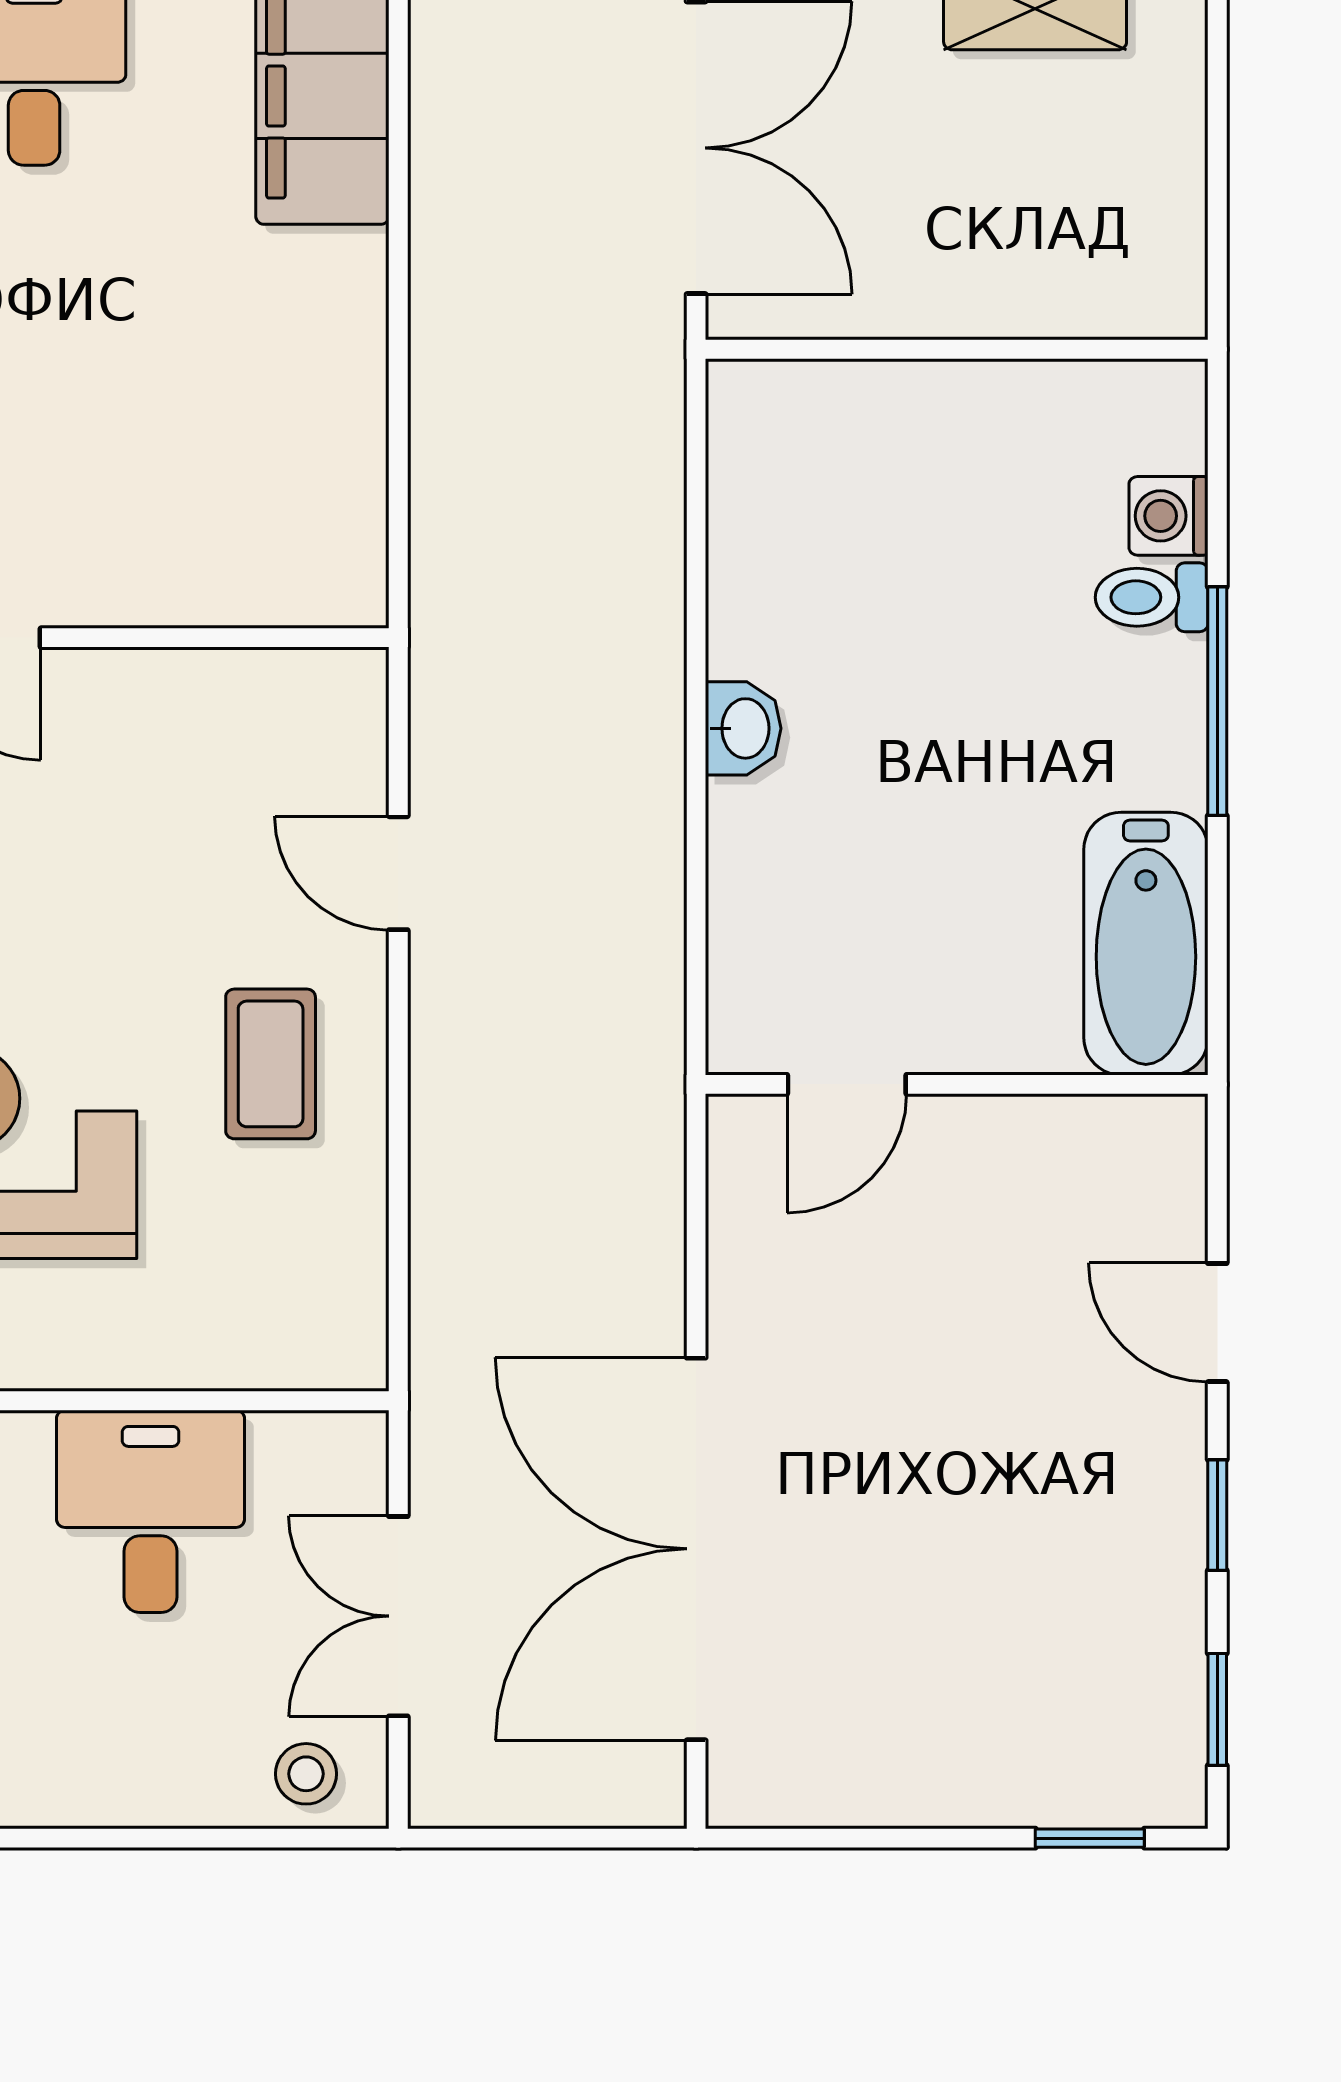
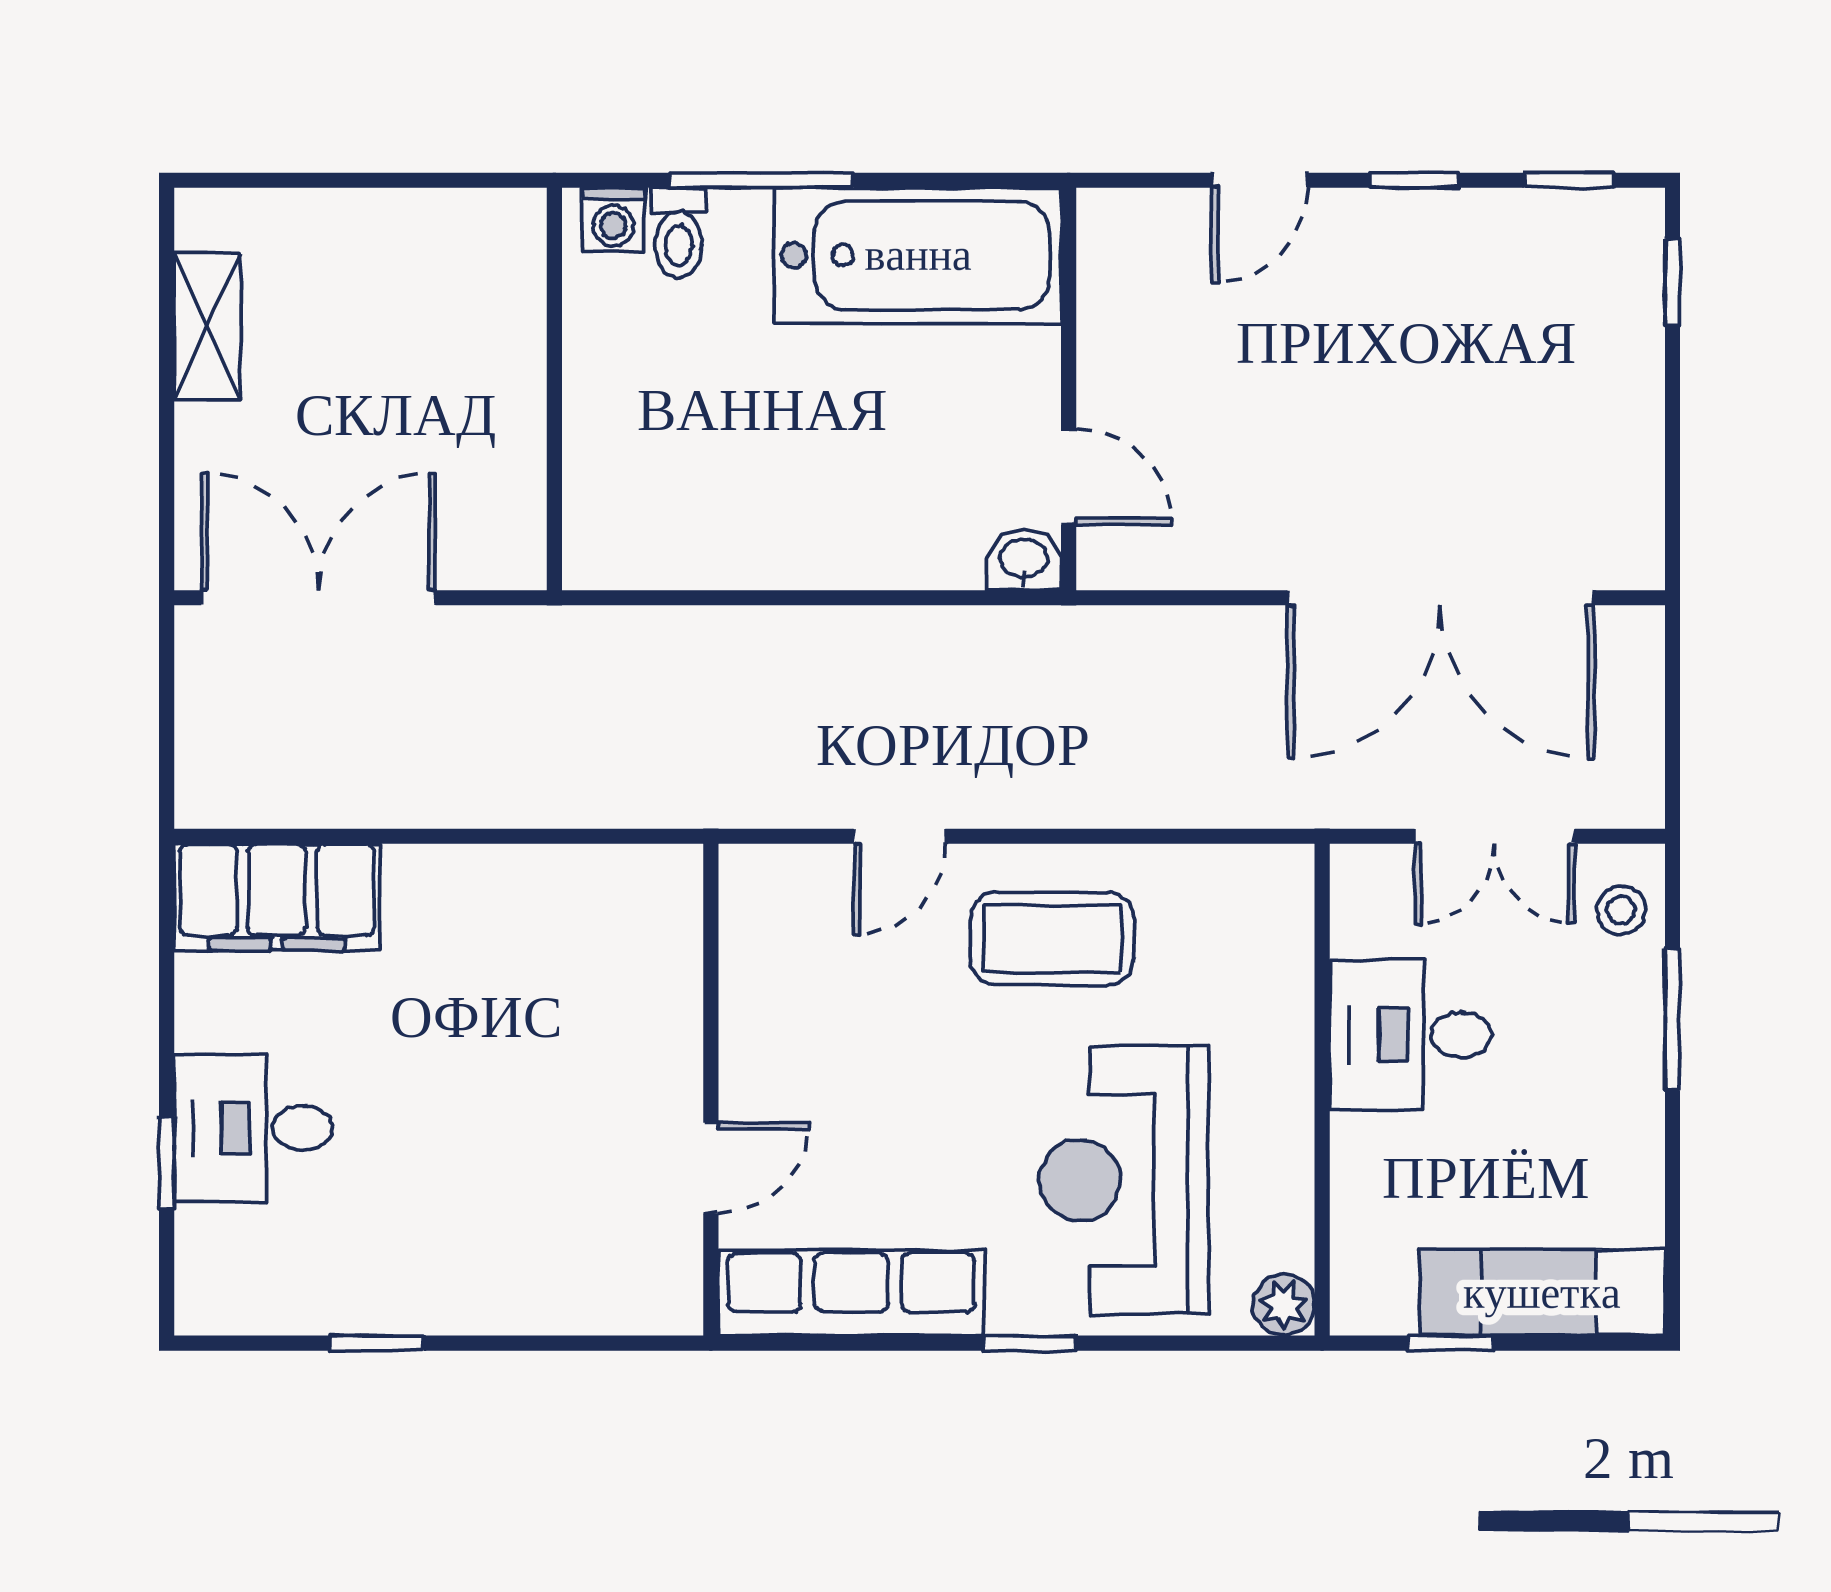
wall: (957, 349) -> (554, 389), moved
washbasin: (743, 728) -> (1024, 560), moved
bathtub: (1146, 944) -> (918, 255), width x1.36, depth x1.36
coffee table: (271, 1064) -> (1052, 939), width x1.36, depth x1.30
window: (170, 1838) -> (1673, 1020), added

